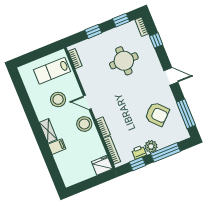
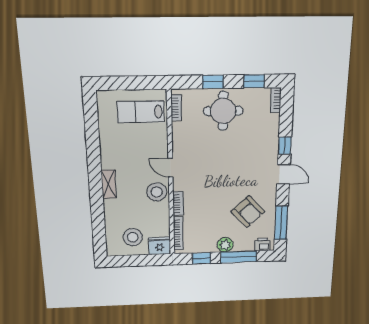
window: (156, 40) -> (285, 146), moved
round table: (124, 61) -> (223, 111), moved
stool: (58, 99) -> (133, 237), moved
filing cabinet: (57, 147) -> (113, 206), removed
printer: (139, 152) -> (262, 244), moved

